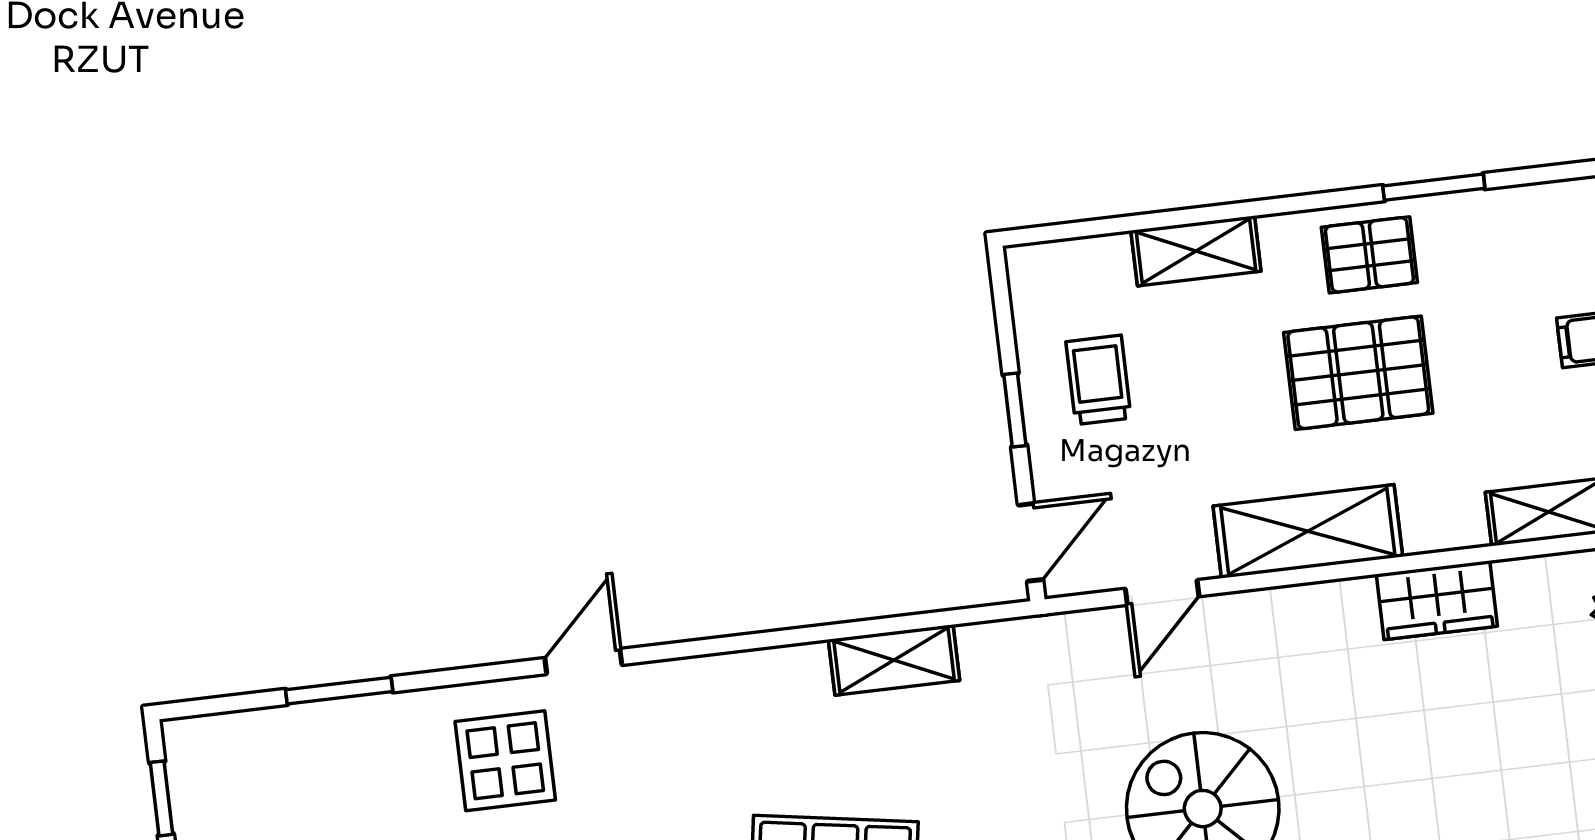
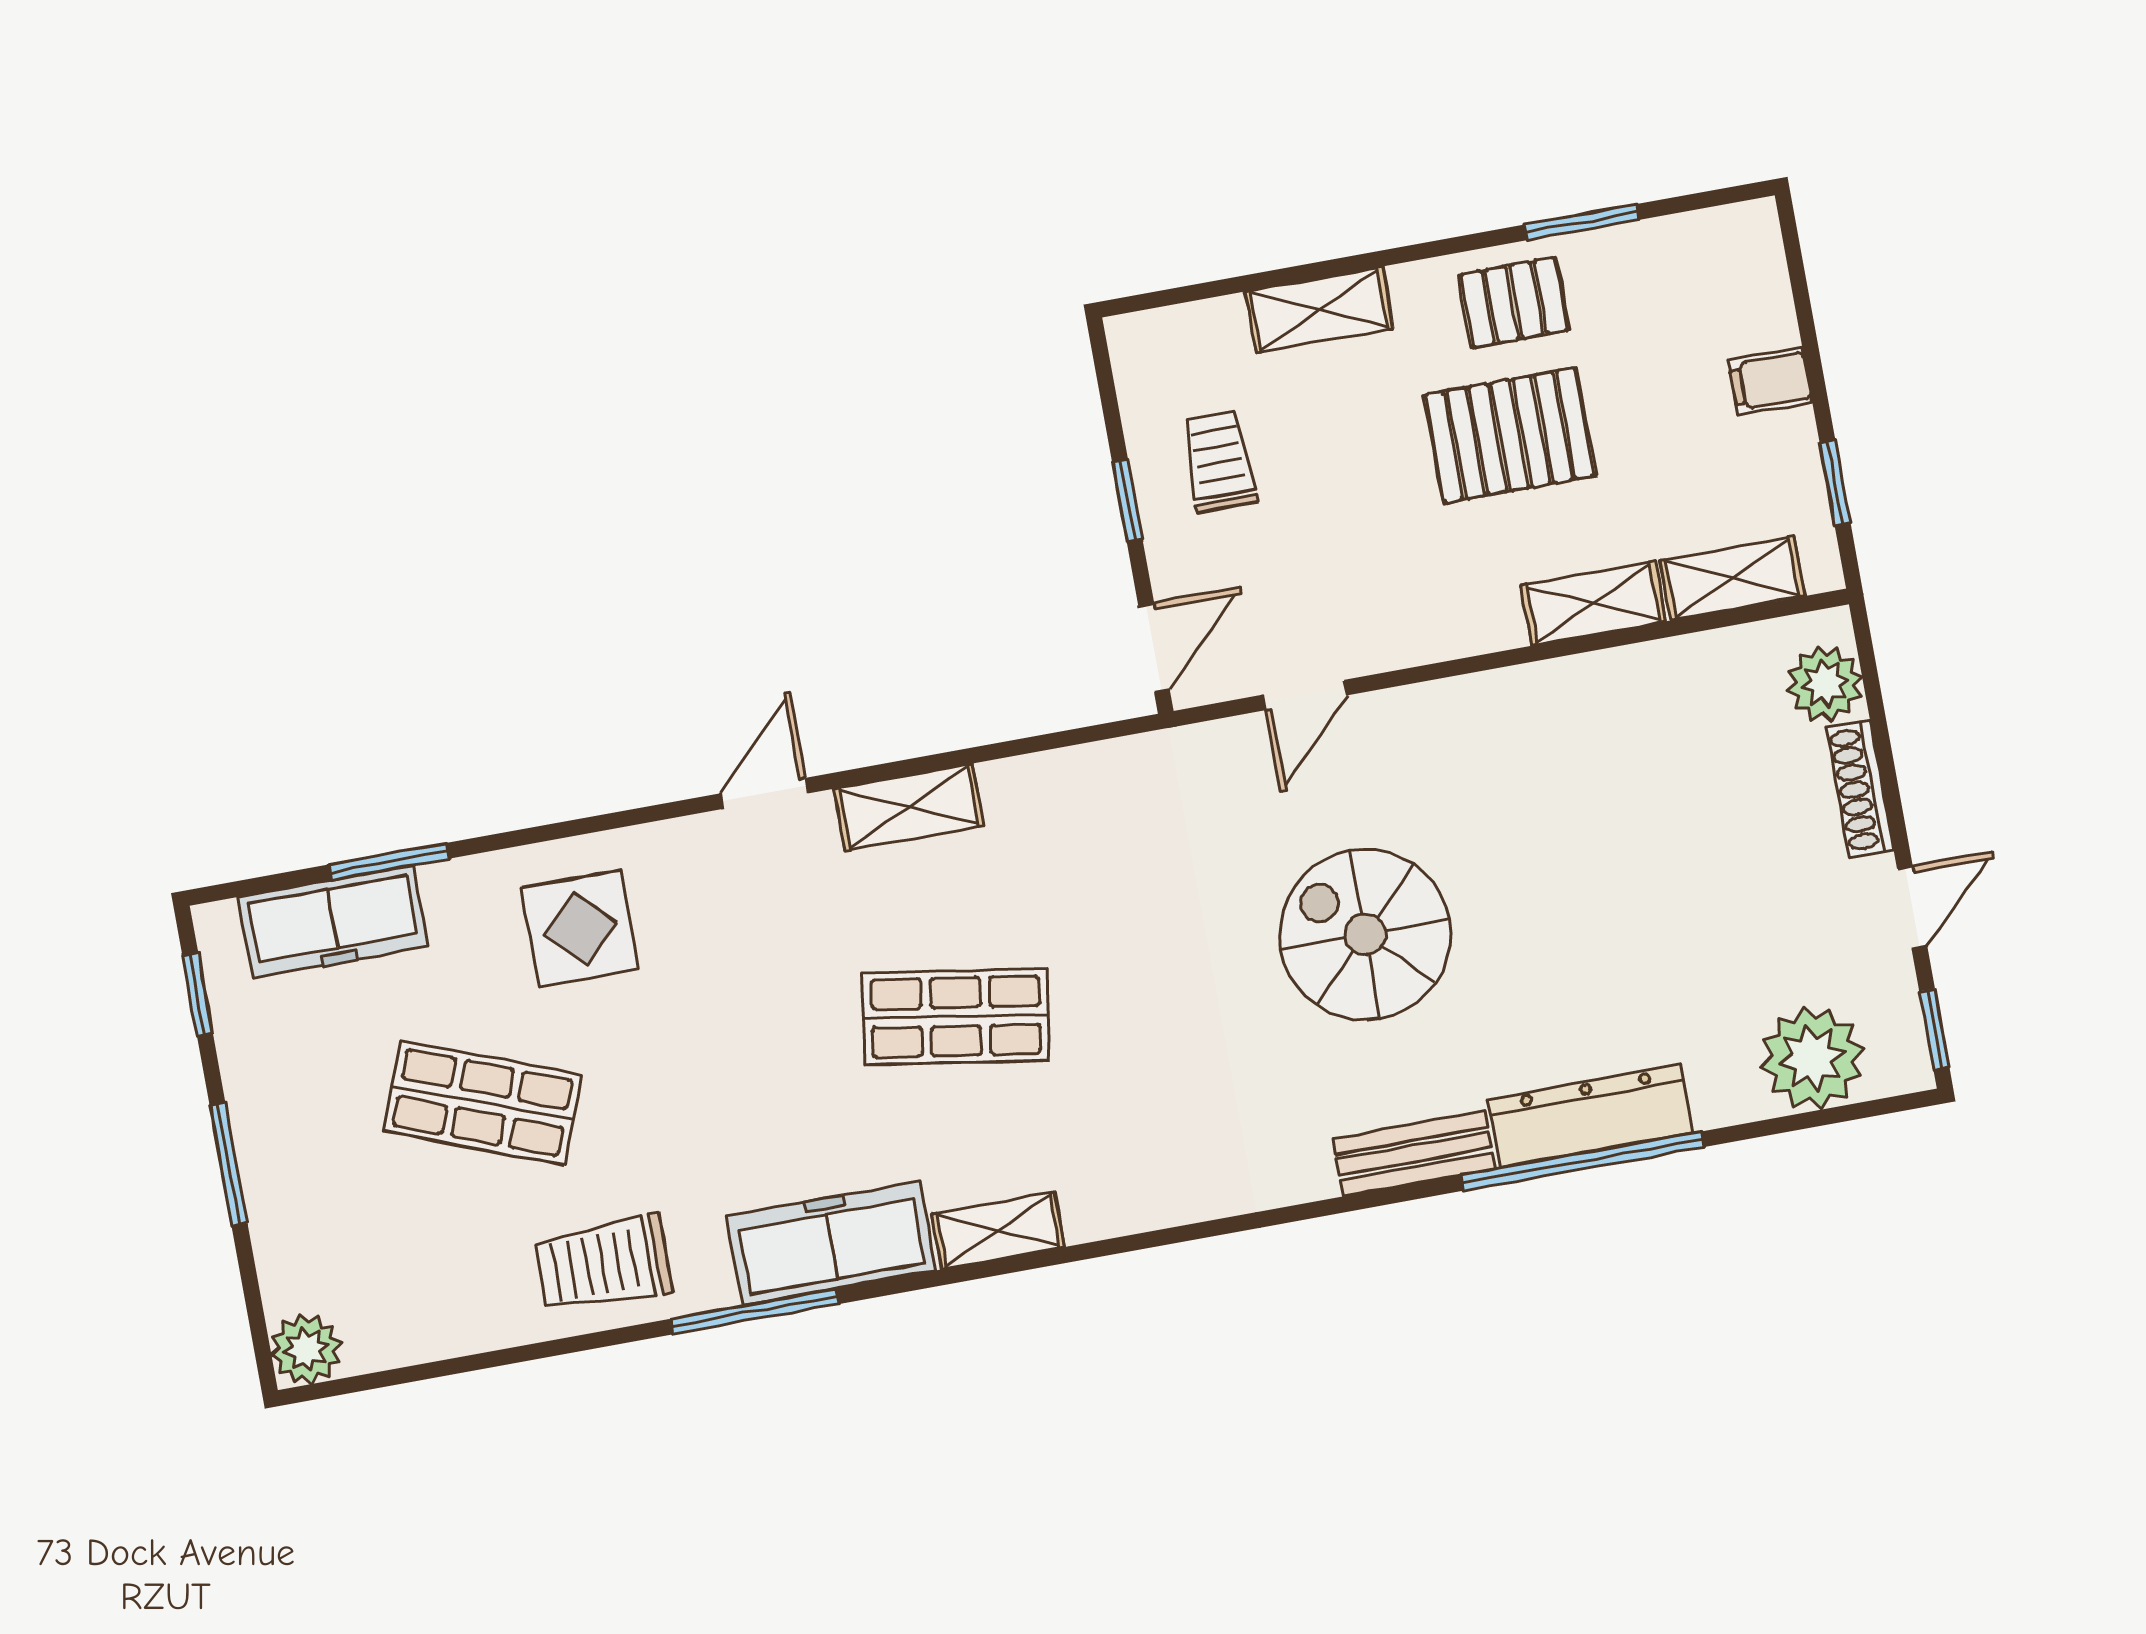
shelving: (1308, 531) -> (1593, 603), moved, width x0.67, depth x0.75
wardrobe: (1437, 600) -> (1613, 685), removed
shelving: (894, 660) -> (909, 807), moved
door: (583, 662) -> (764, 793), moved
freezer: (286, 741) -> (333, 922), added

